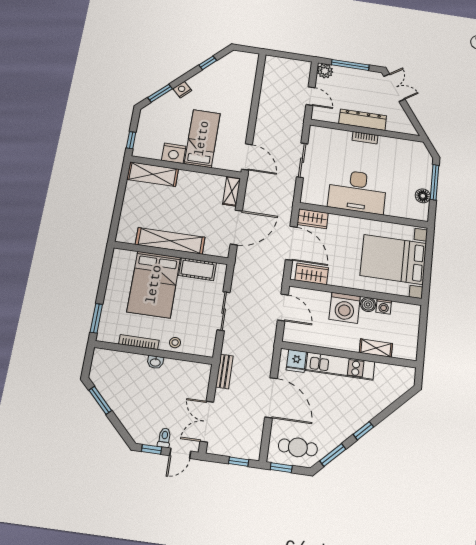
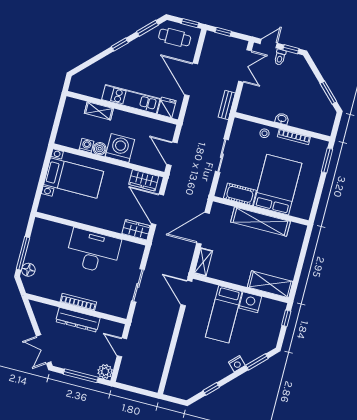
bookcase: (365, 138) -> (78, 302), width x1.56
floor lamp: (423, 196) -> (28, 270), moved
bed with nightstands: (393, 259) -> (74, 178), width x0.73

